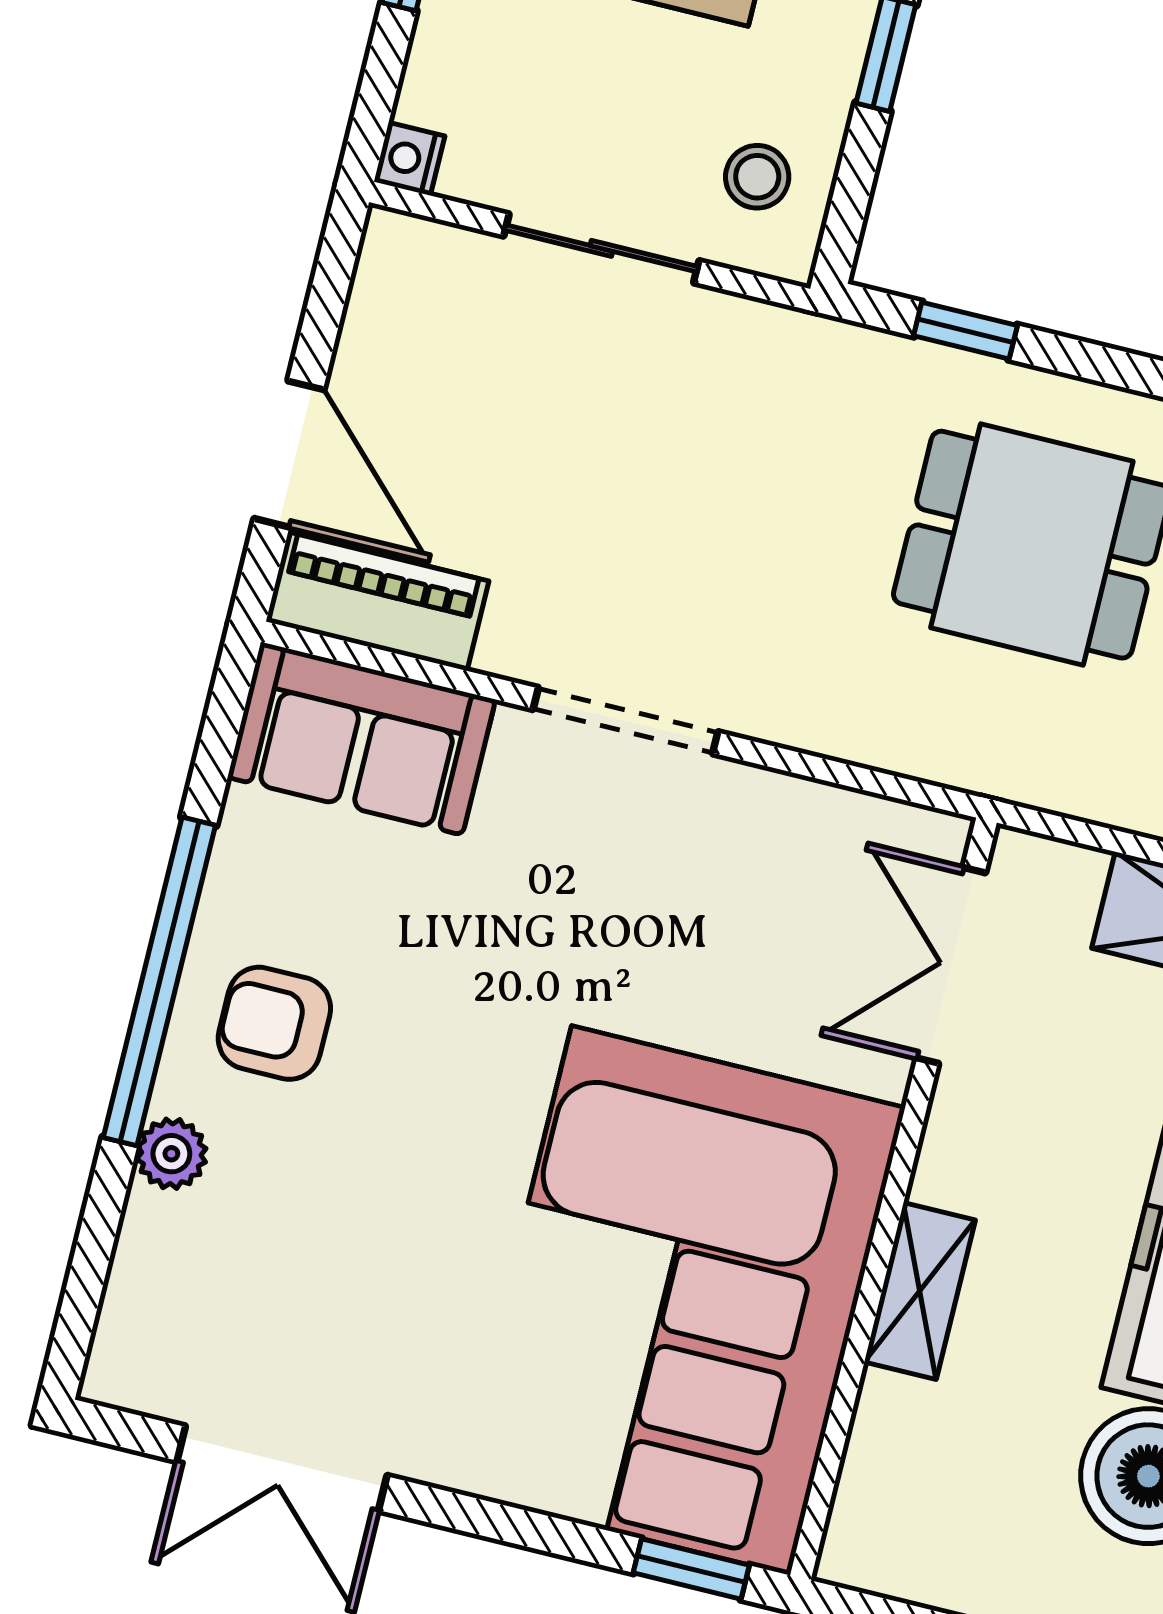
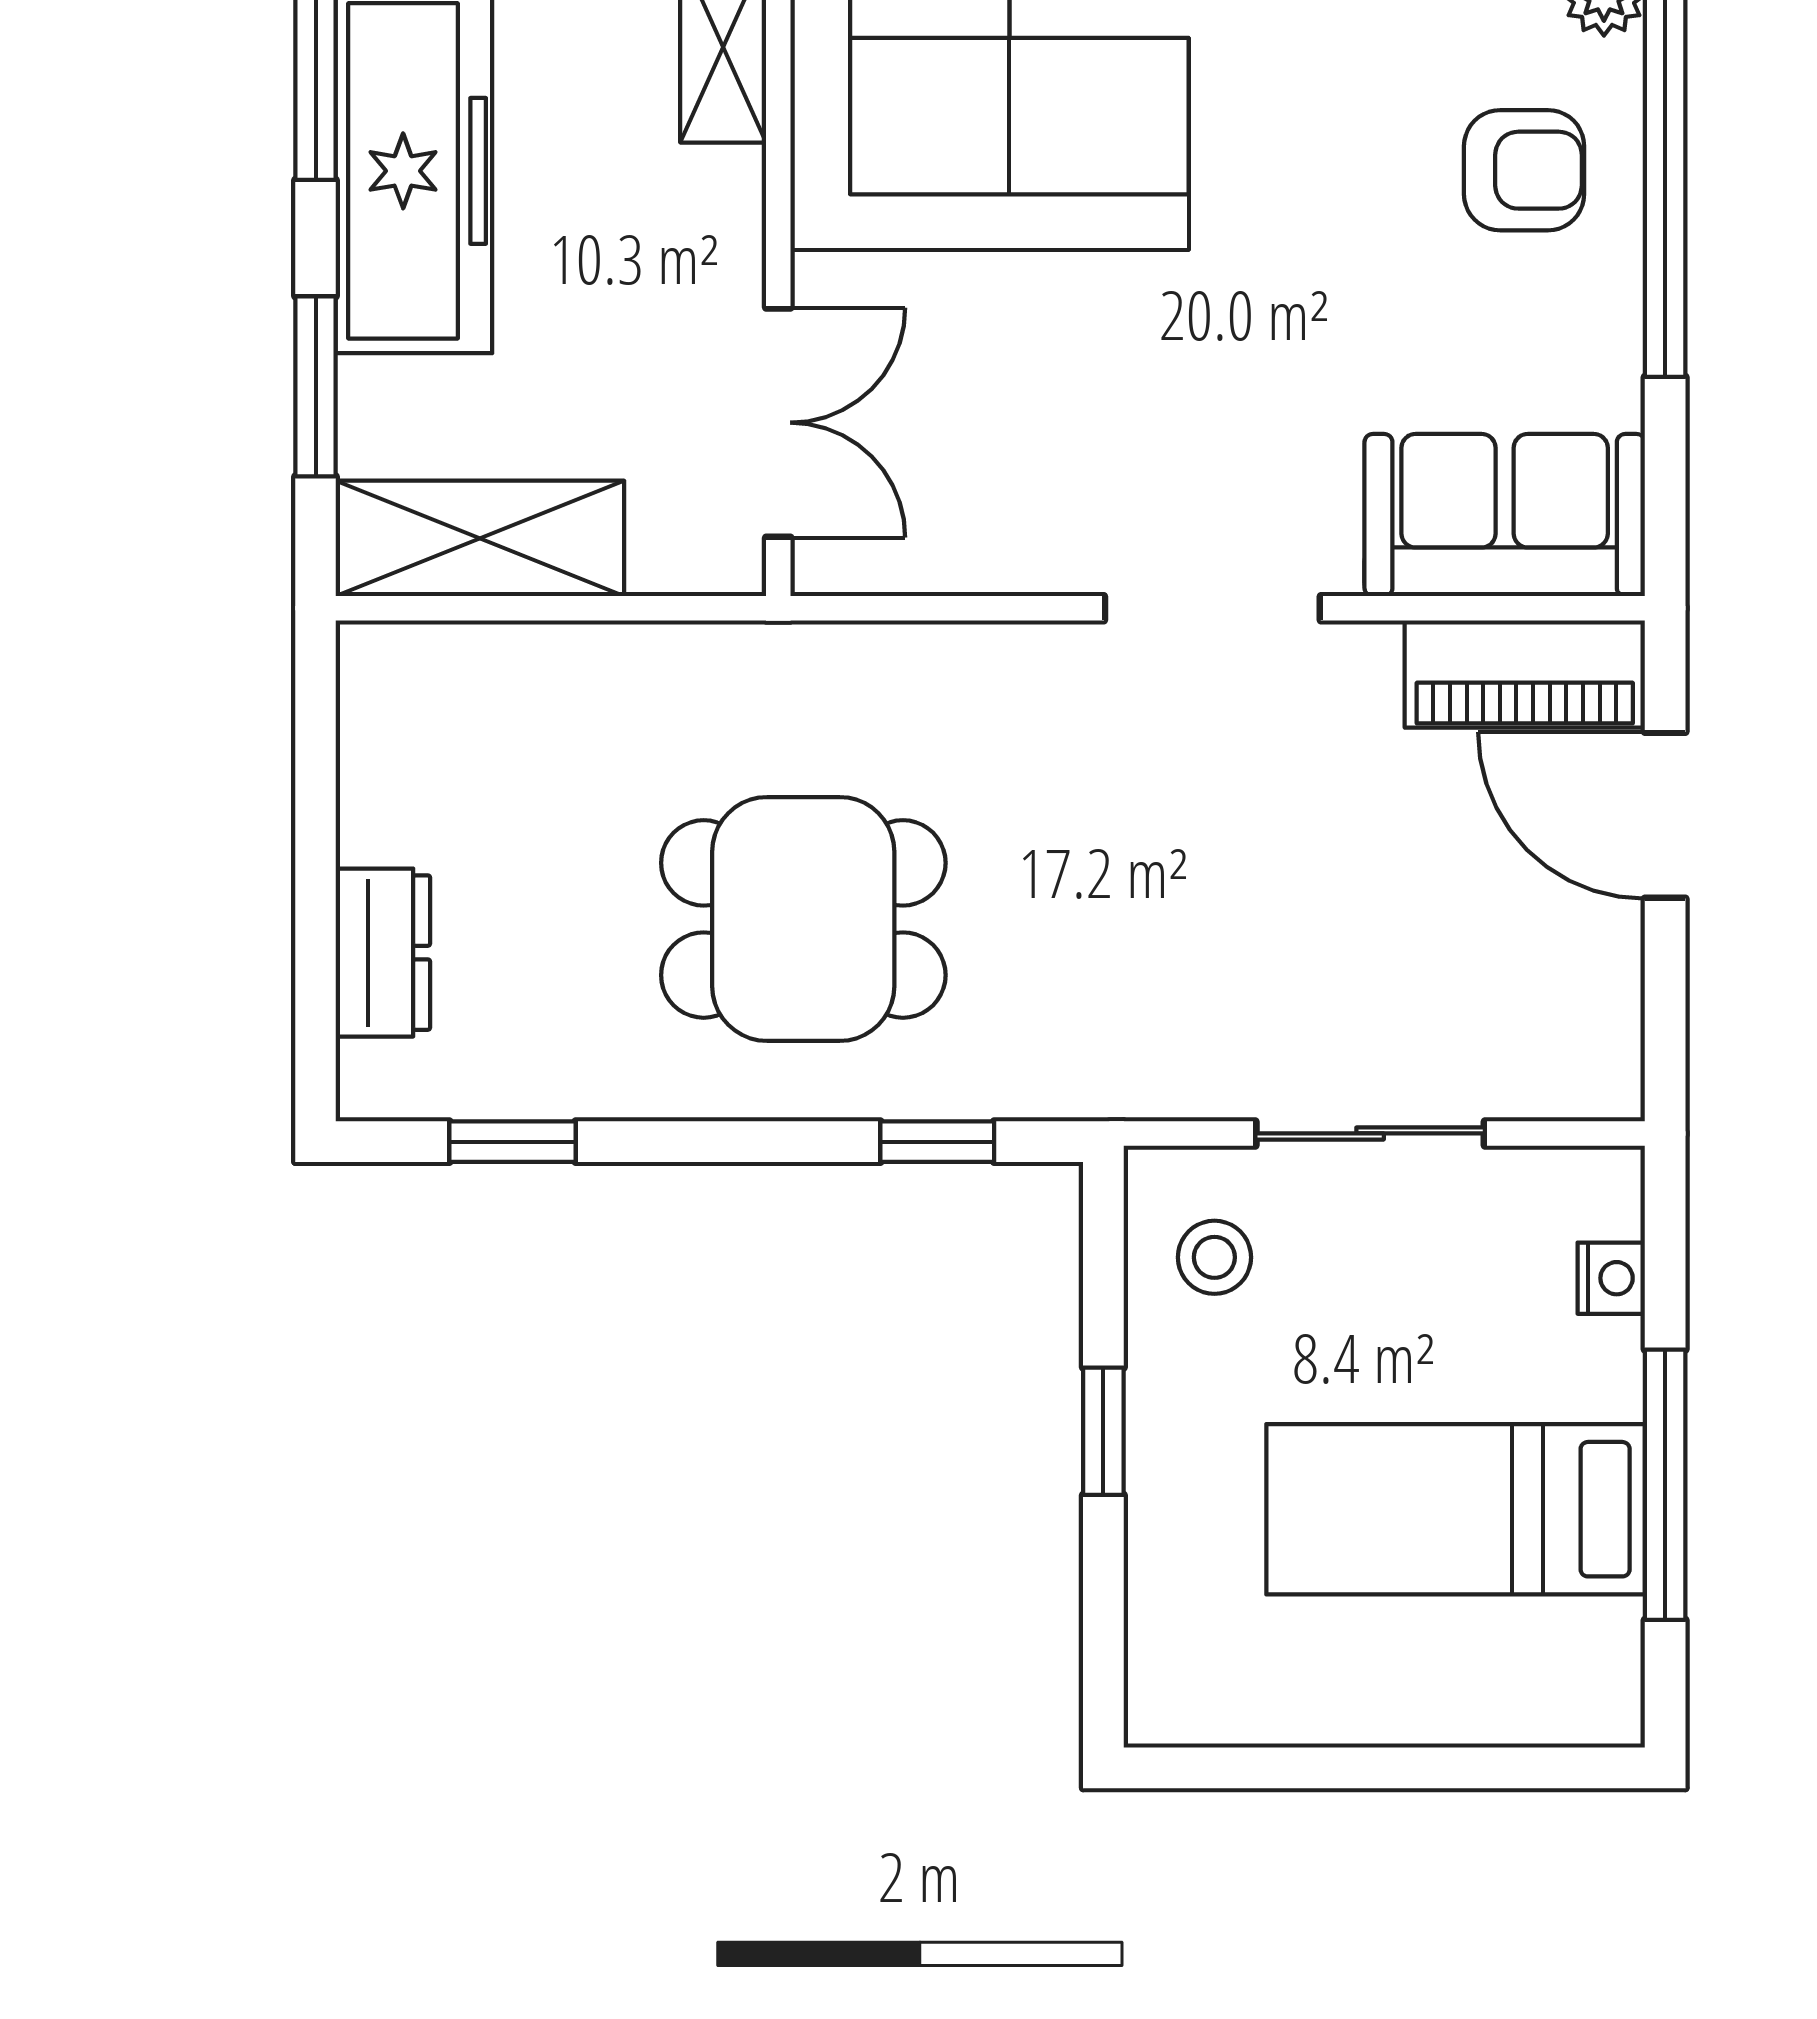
nightstand: (409, 159) -> (1611, 1278), moved

